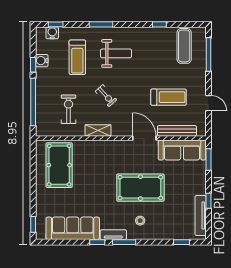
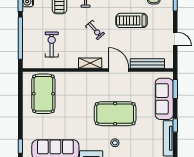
exercise bike: (106, 96) -> (95, 30), moved
treadmill: (169, 97) -> (132, 20), moved, turned 180
shelving: (98, 130) -> (90, 63), moved
sofa: (182, 150) -> (164, 99), moved, turned 90

